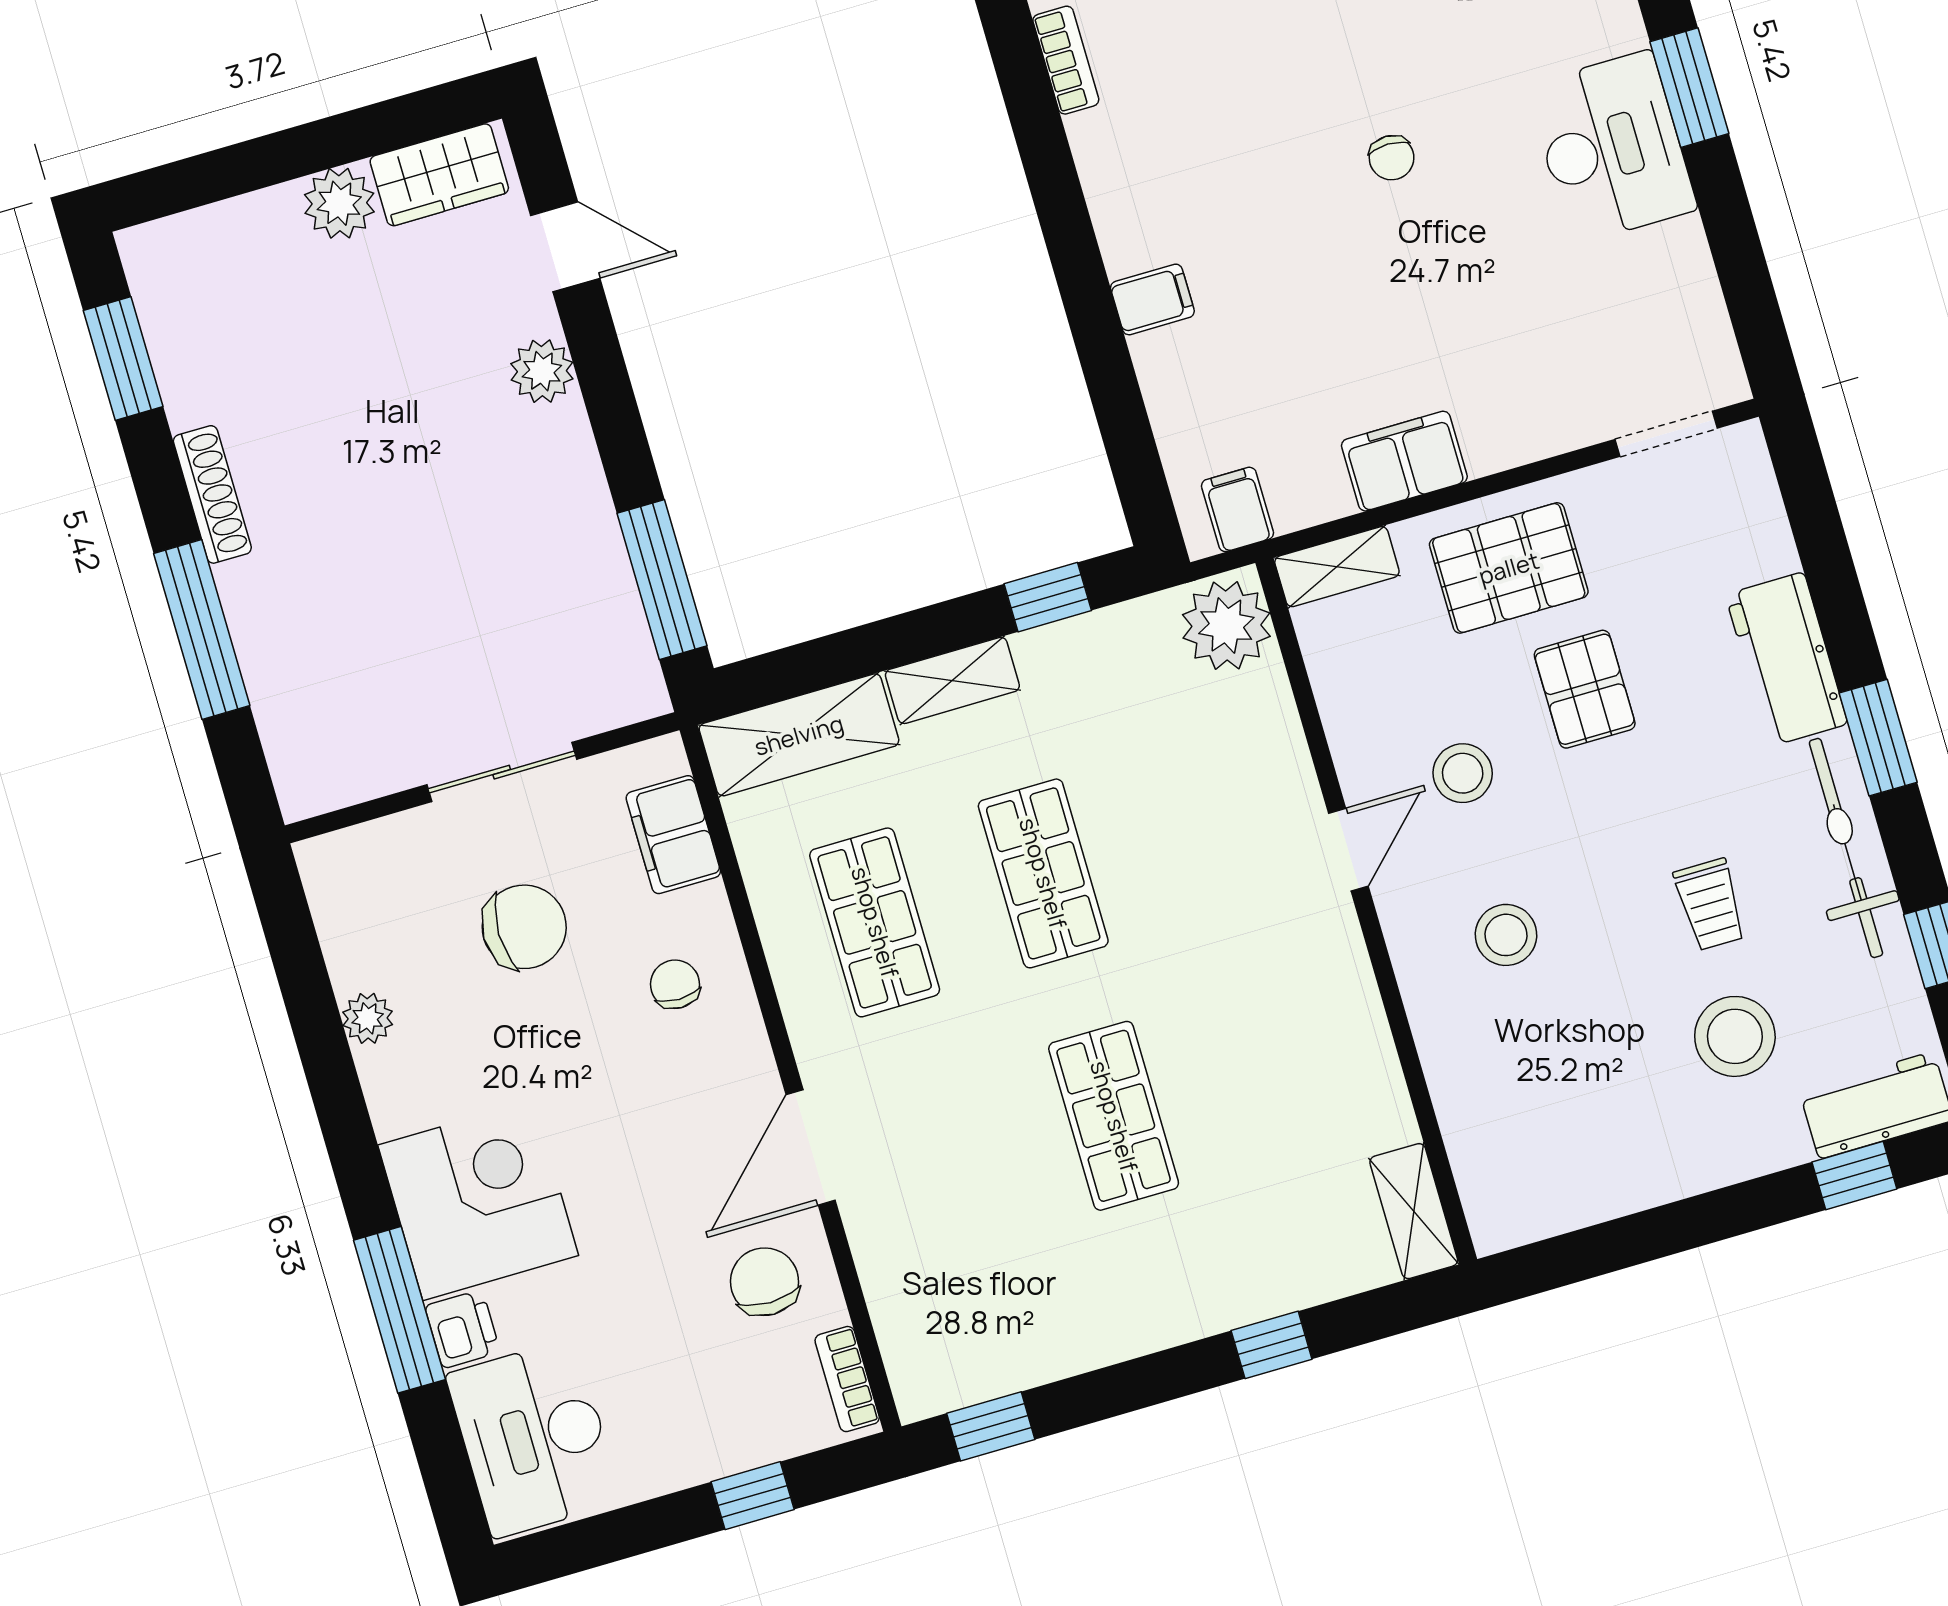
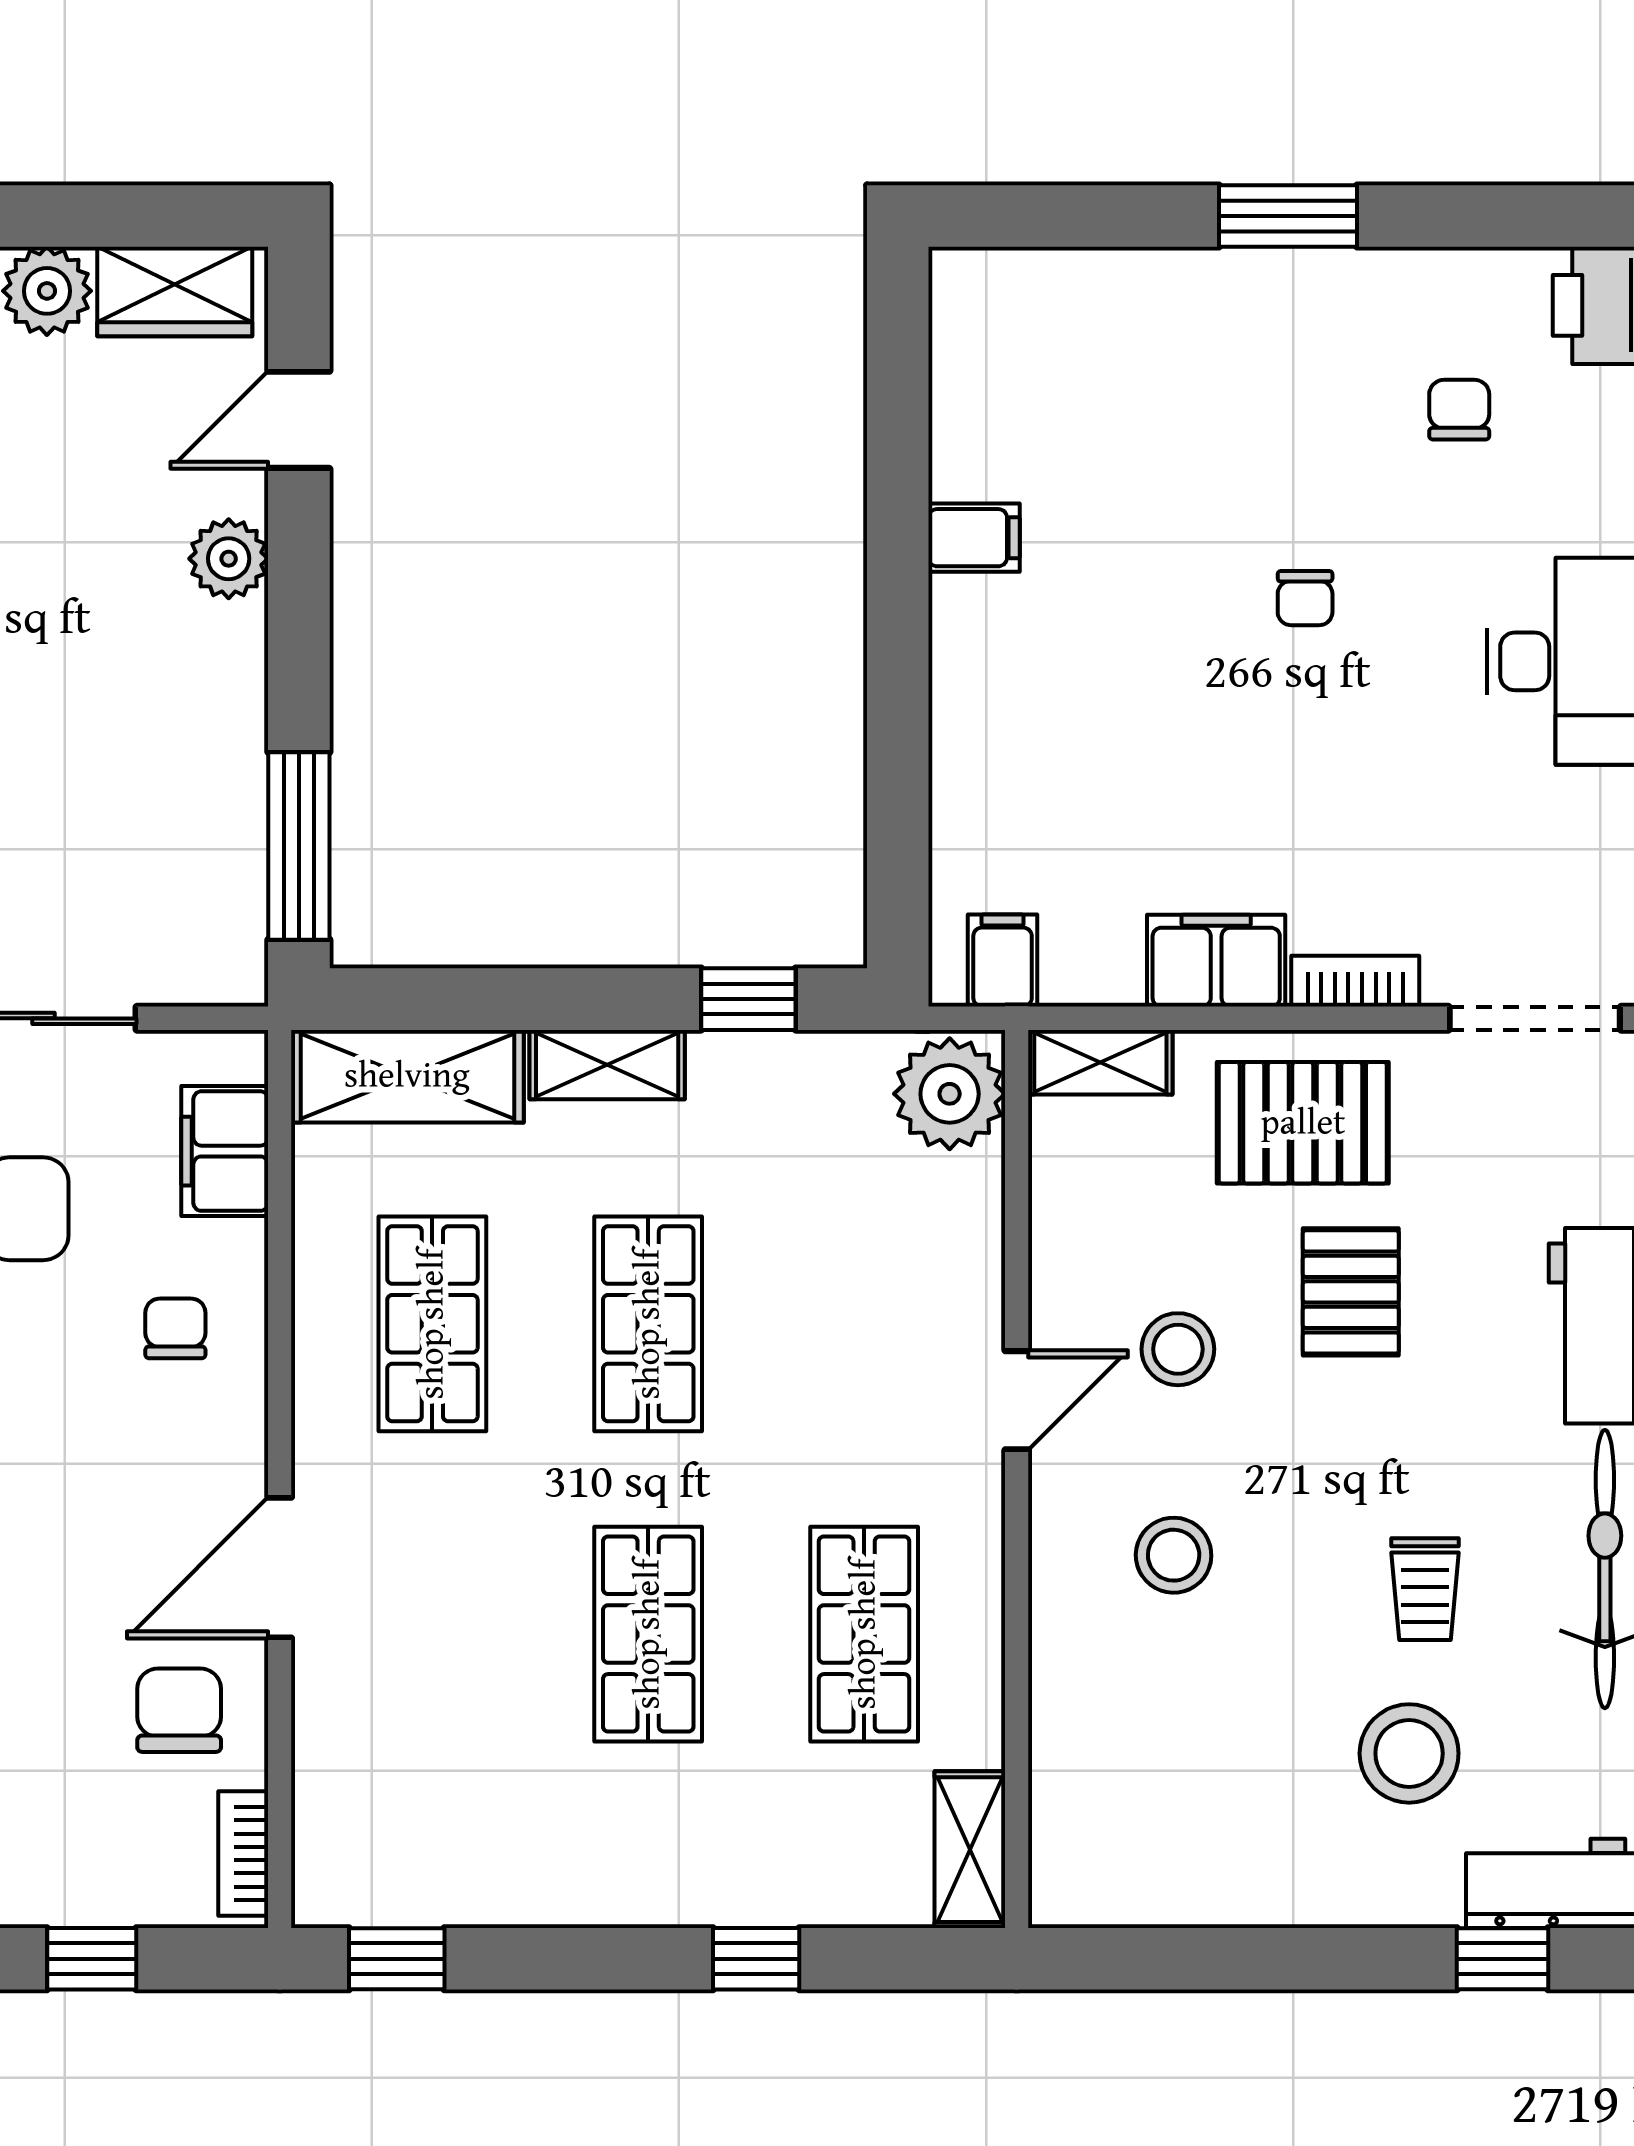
bookcase: (1066, 60) -> (1355, 981), moved, turned -90
door: (565, 247) -> (299, 420), swing flipped
filing cabinet: (1152, 299) -> (974, 538), moved
doorway: (1666, 434) -> (1535, 1018), width x1.38
shop shelf: (1282, 1067) -> (864, 1634), added

